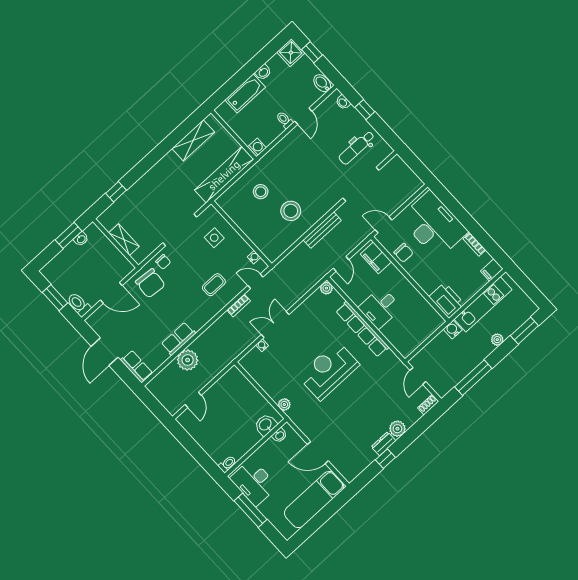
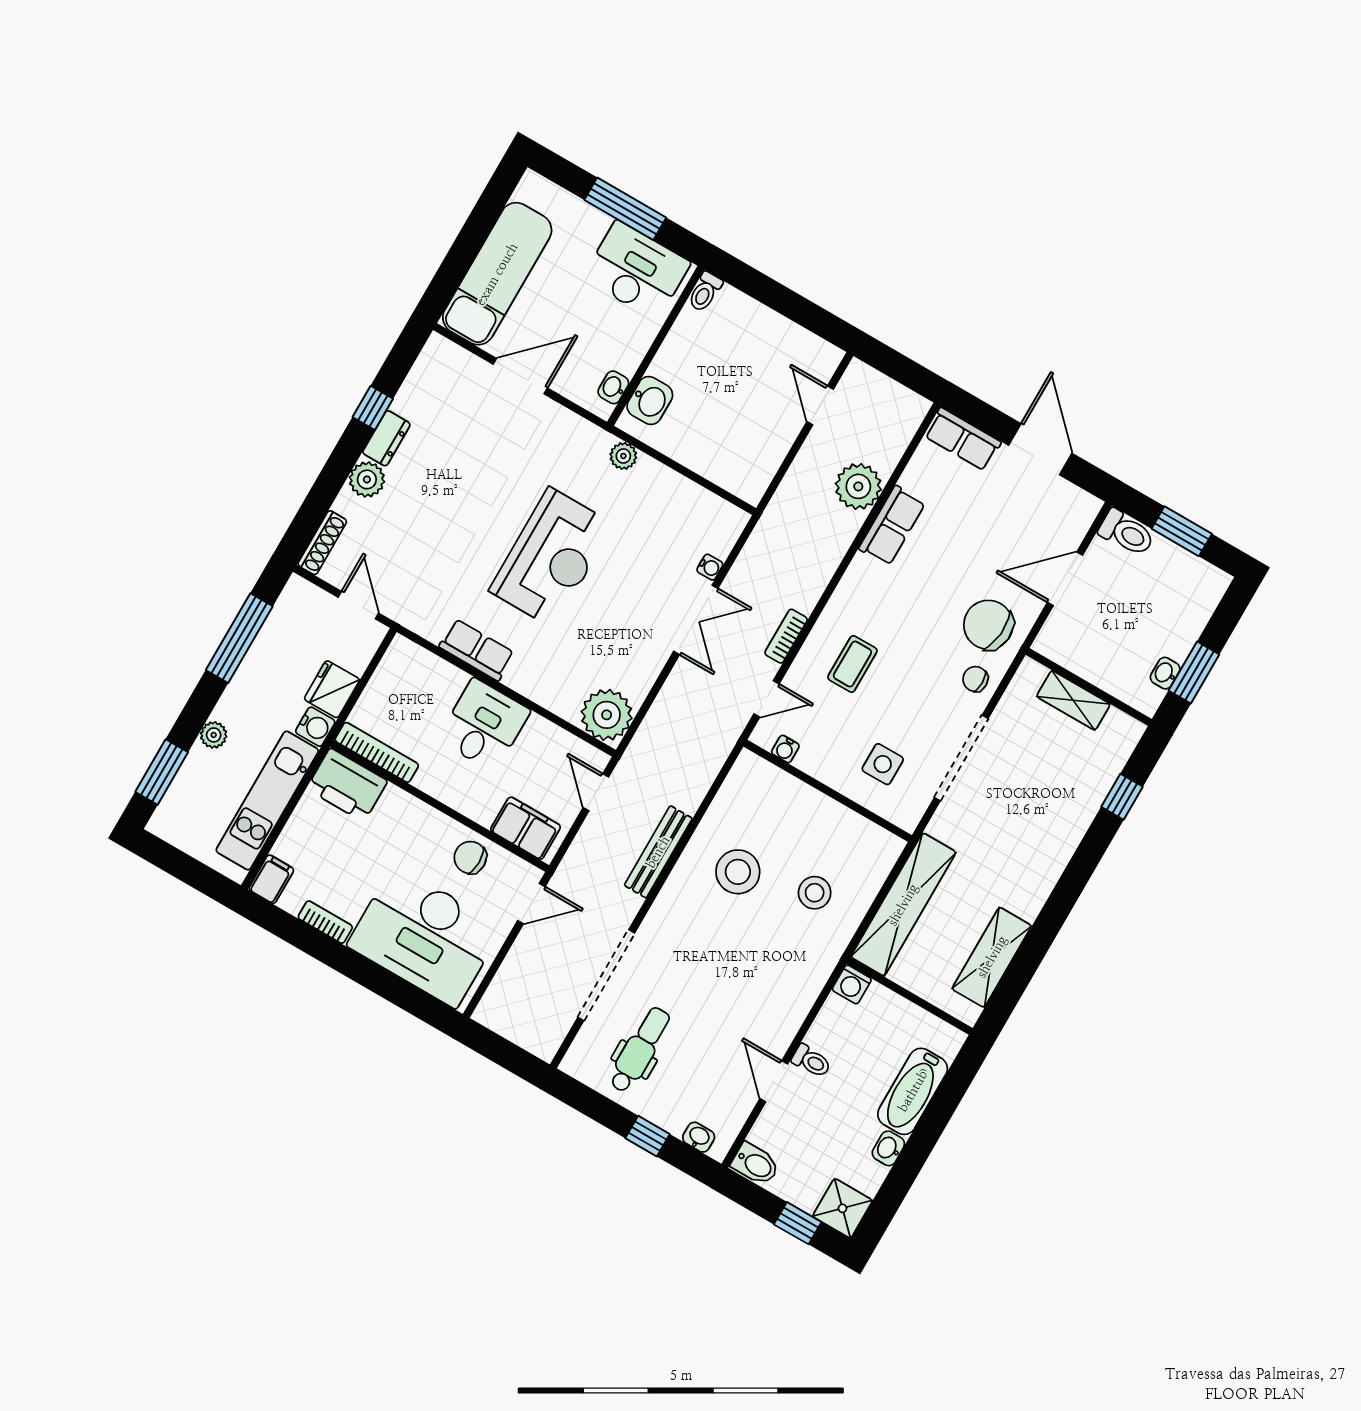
plant: (326, 288) -> (607, 715), width x1.87, depth x1.87
bookcase: (430, 310) -> (377, 752), added
row of seats: (362, 329) -> (477, 650), width x0.50
fridge: (440, 343) -> (332, 689), added
shoe rack: (428, 405) -> (322, 543), width x1.43

